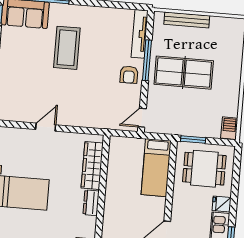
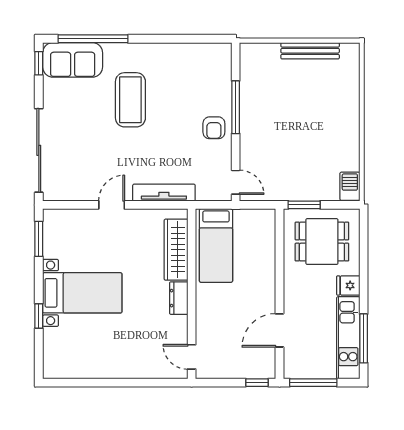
bench: (187, 20) -> (310, 51), moved
tv unit: (140, 34) -> (164, 193), moved, turned 90
table tennis table: (184, 73) -> (285, 119), removed
door: (142, 118) -> (236, 182), swing flipped
bed: (156, 168) -> (216, 246), moved

